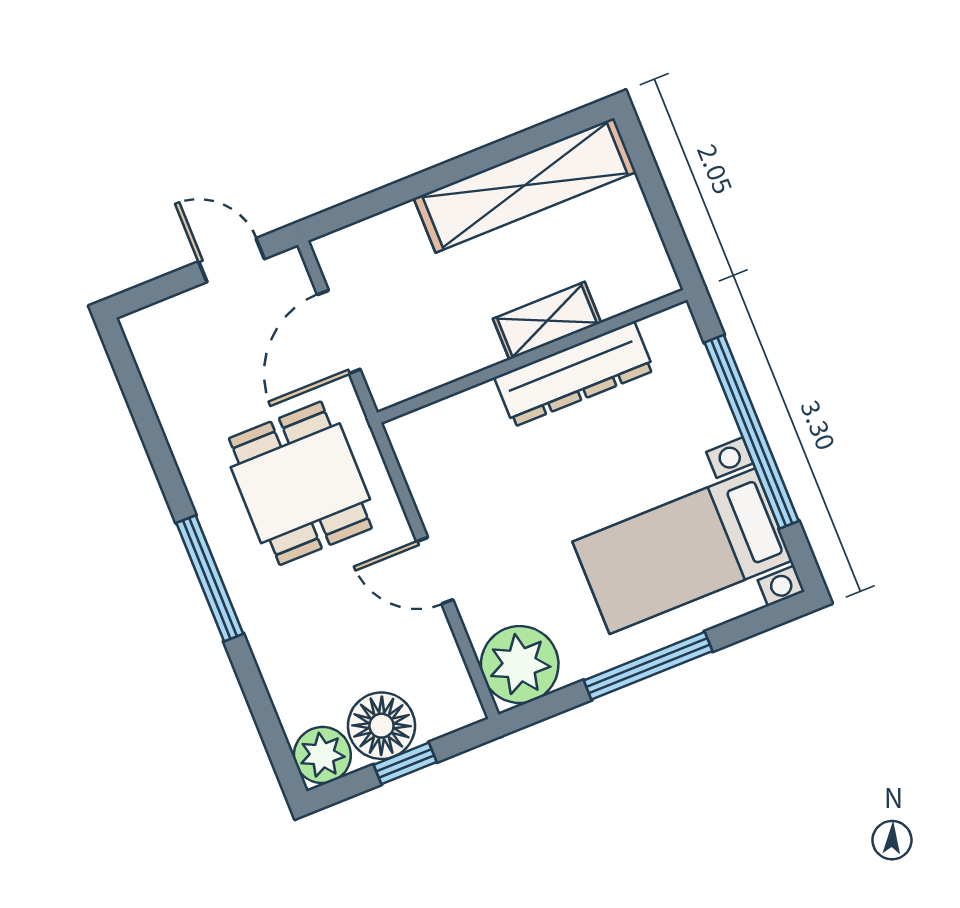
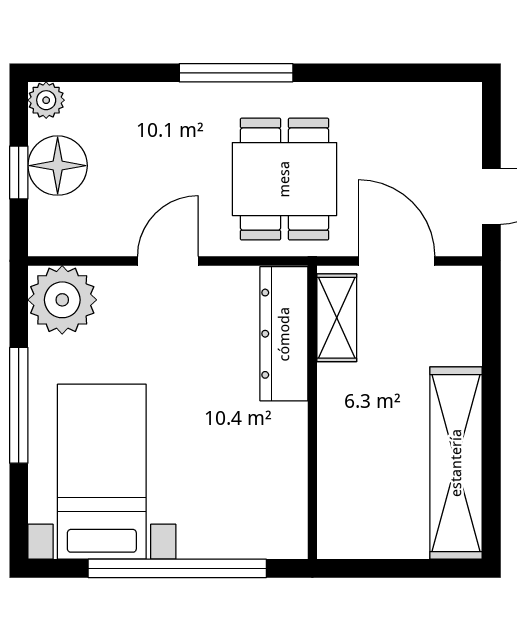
shelving: (547, 321) -> (337, 318), moved
dresser: (574, 374) -> (284, 334), moved
dining table: (300, 483) -> (284, 179), turned 90
plant: (322, 755) -> (46, 100), width x0.73, depth x0.73

